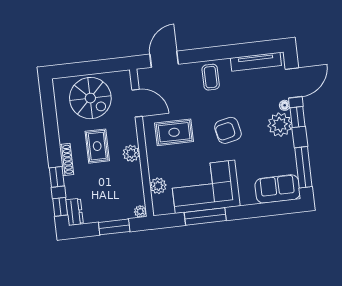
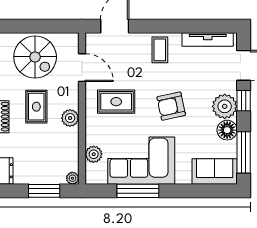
floor lamp: (285, 105) -> (227, 130), moved, width x1.89, depth x1.89

